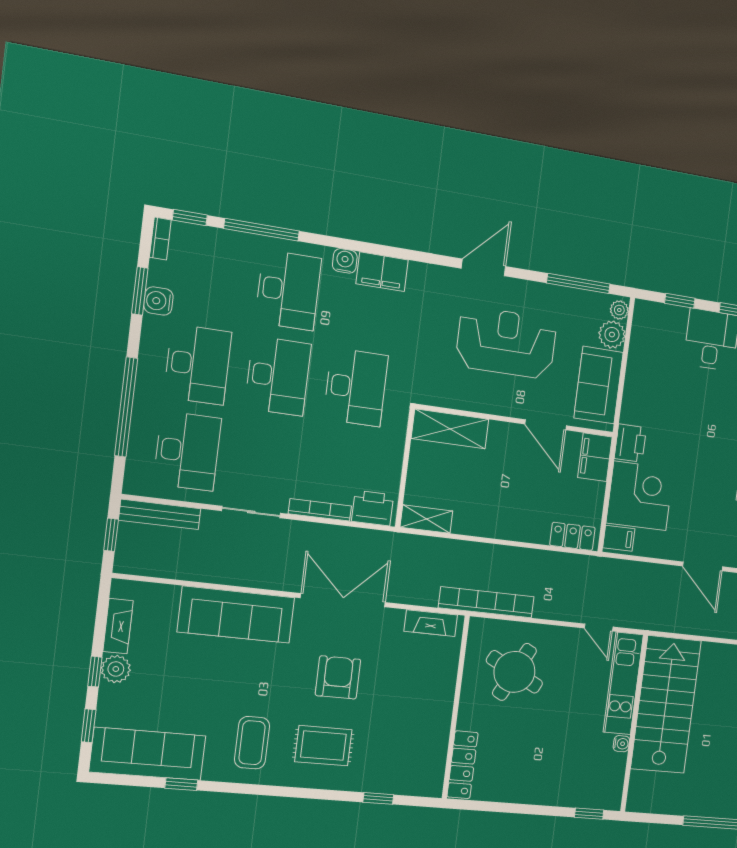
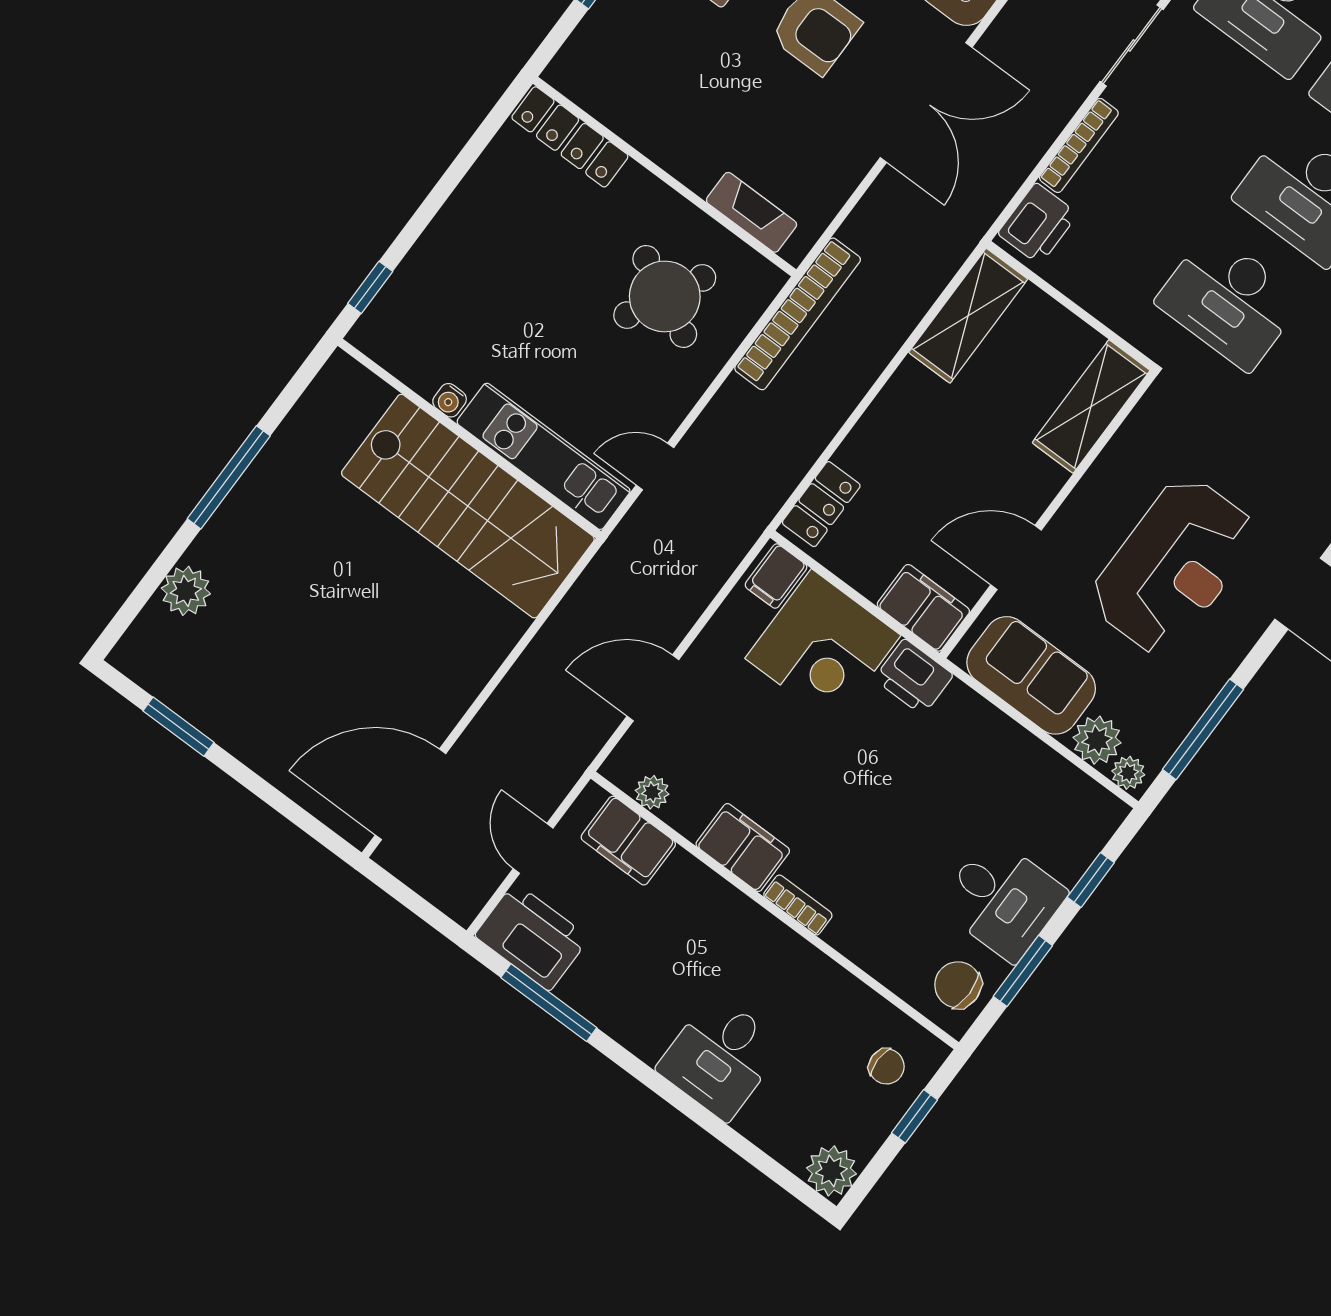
shelving: (426, 519) -> (968, 316), width x1.50, depth x1.33
fireplace: (431, 623) -> (752, 212), moved, turned 90

